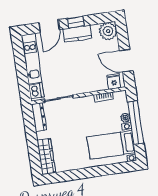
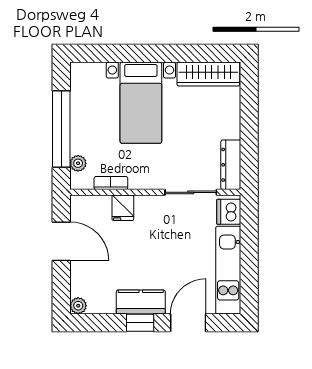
plant: (108, 31) -> (78, 306), width x0.53, depth x0.53
fridge: (114, 81) -> (123, 208), moved
plant: (125, 118) -> (78, 163), moved
bed with nightstands: (111, 145) -> (141, 103), moved, turned 90
wardrobe: (46, 156) -> (208, 74), moved, turned -90

